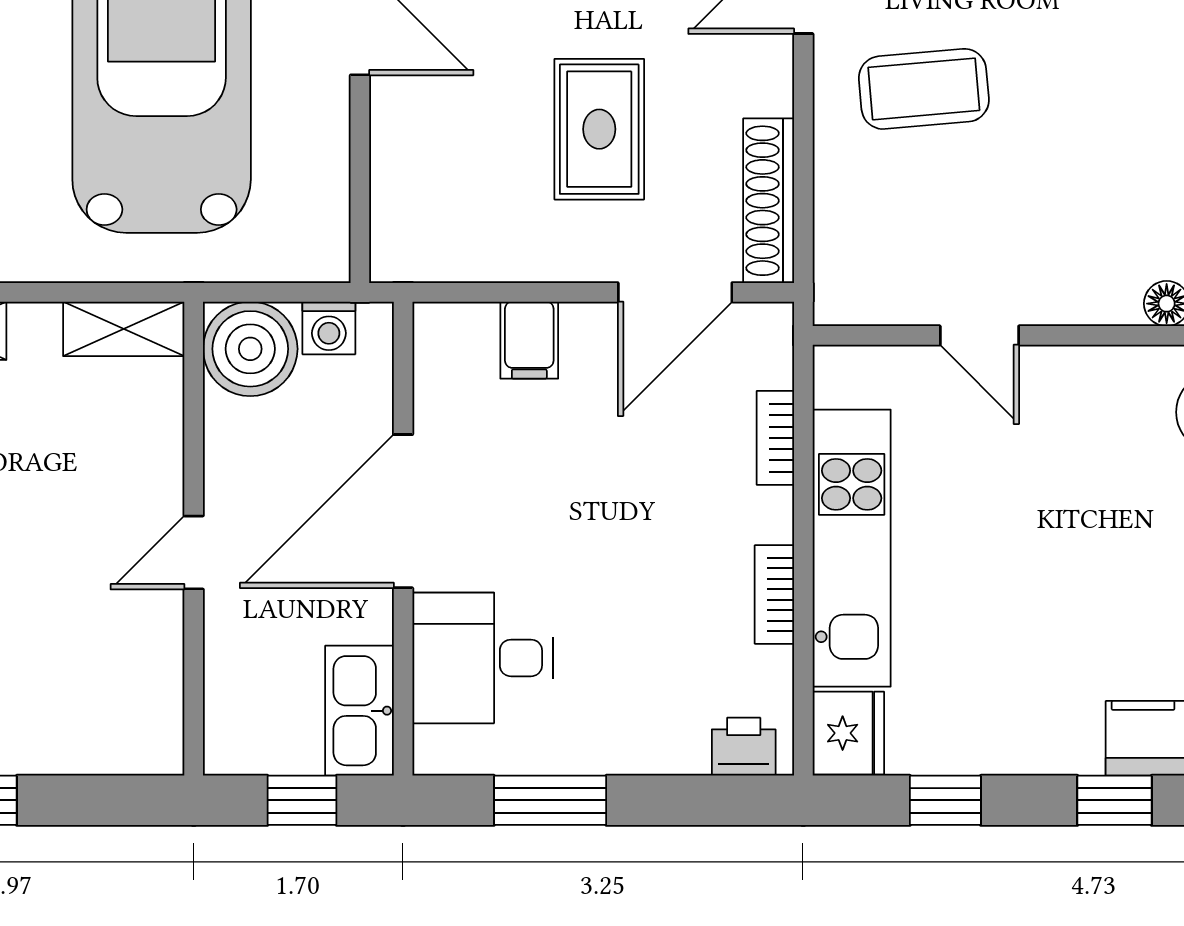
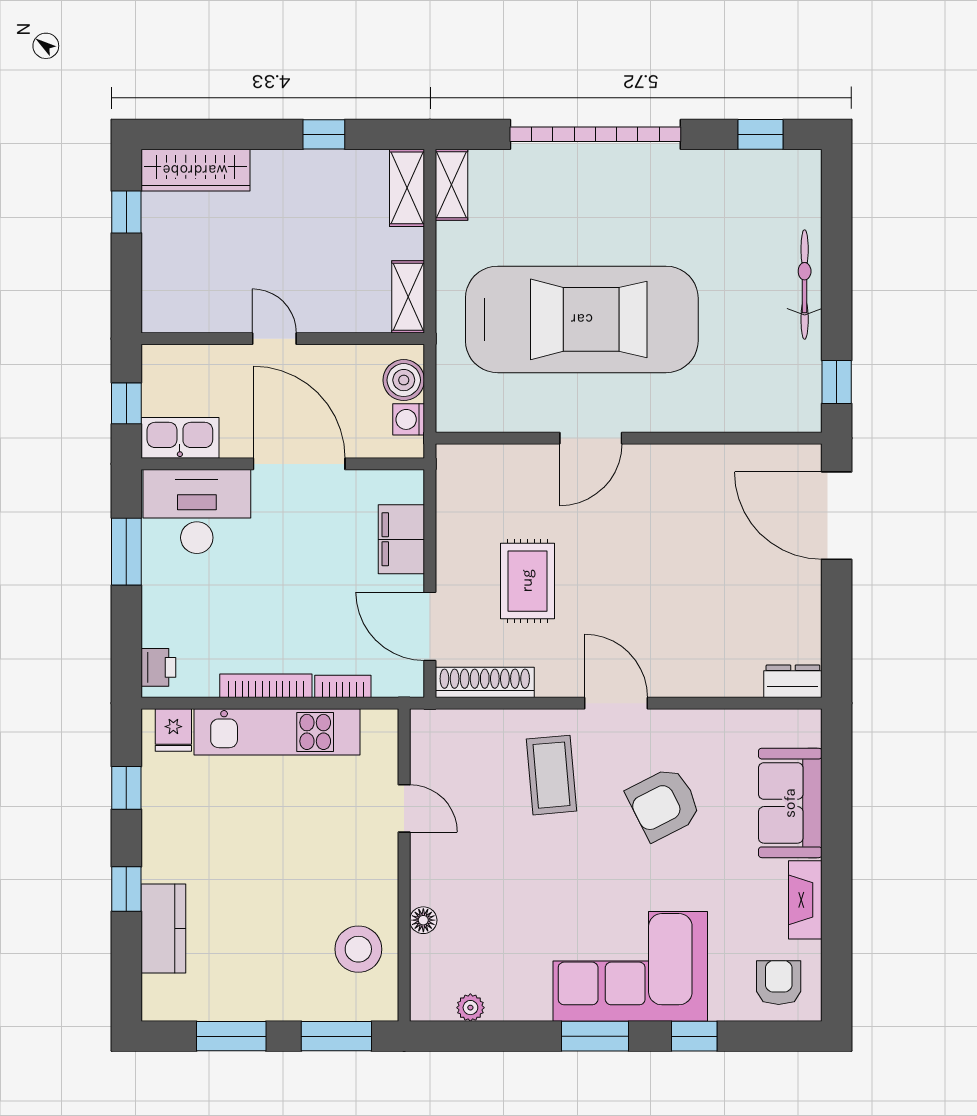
rug: (599, 129) -> (527, 581), turned 90
door: (979, 335) -> (404, 808), swing flipped
filing cabinet: (529, 340) -> (401, 539), width x2.00
boiler: (250, 349) -> (404, 380), width x0.73, depth x0.73
bookcase: (774, 595) -> (266, 686), width x1.56
desk: (483, 658) -> (197, 511), width x1.37
fridge: (848, 733) -> (173, 730), width x0.72

